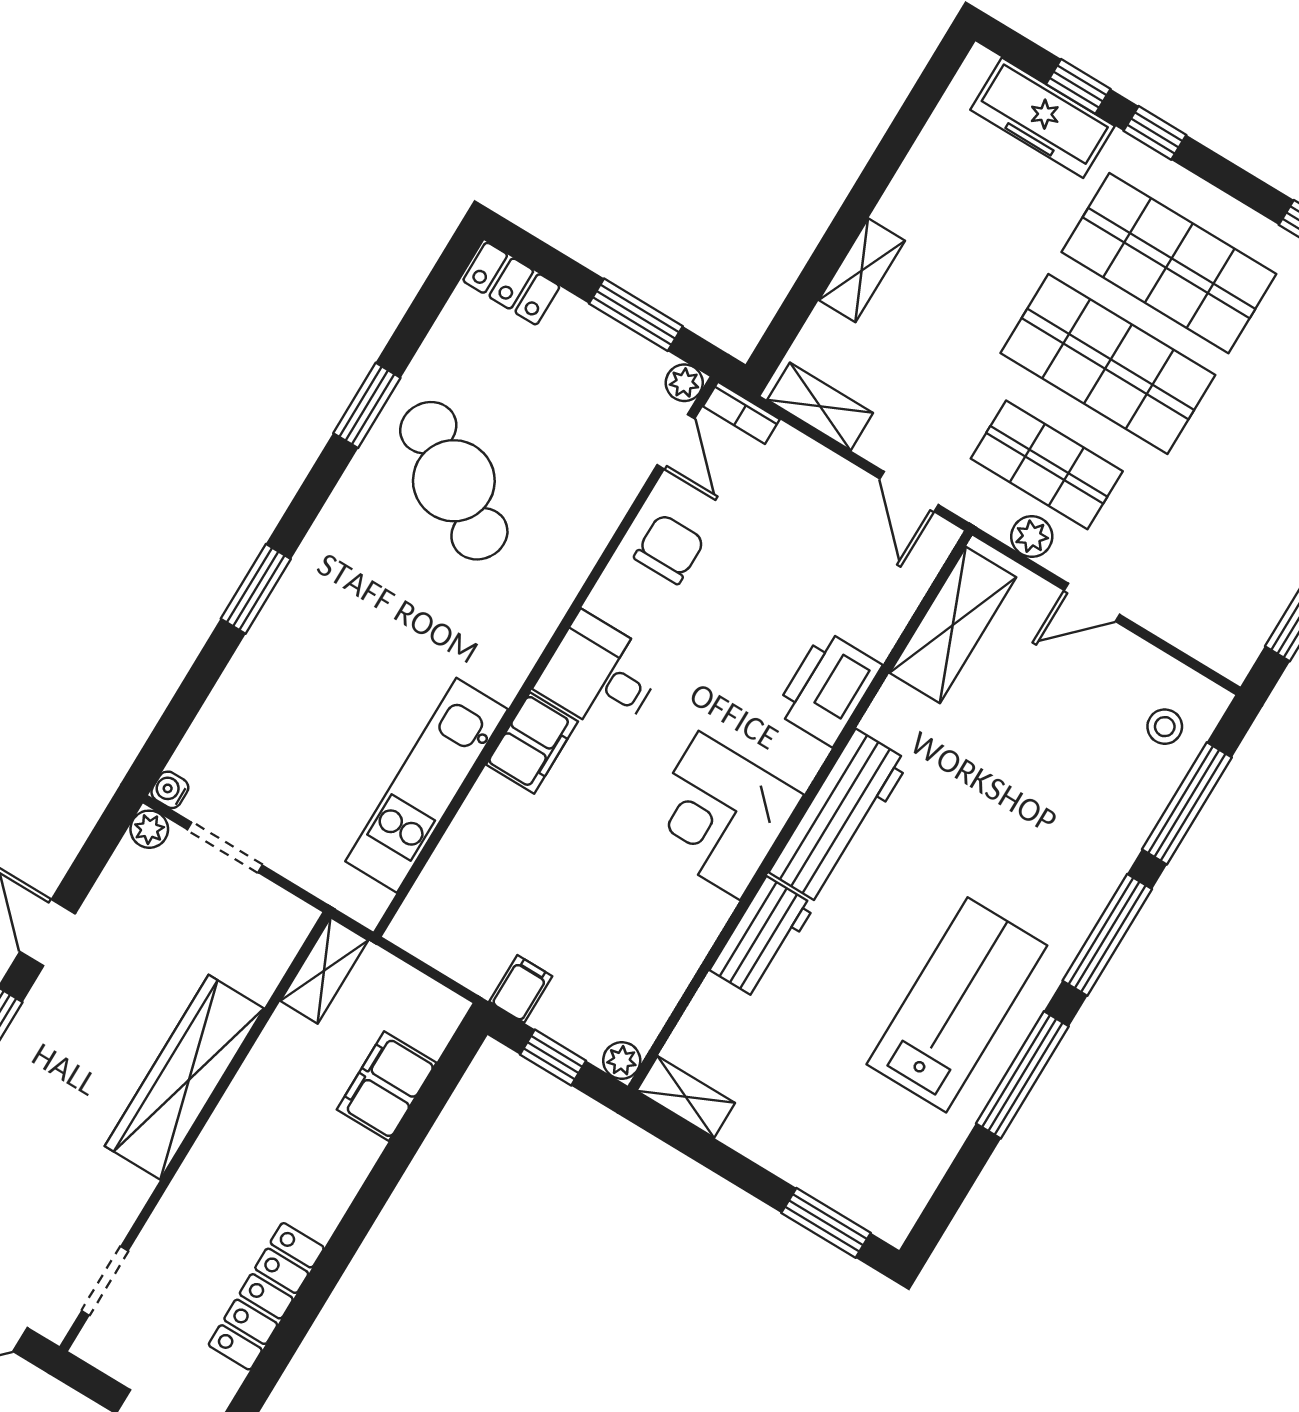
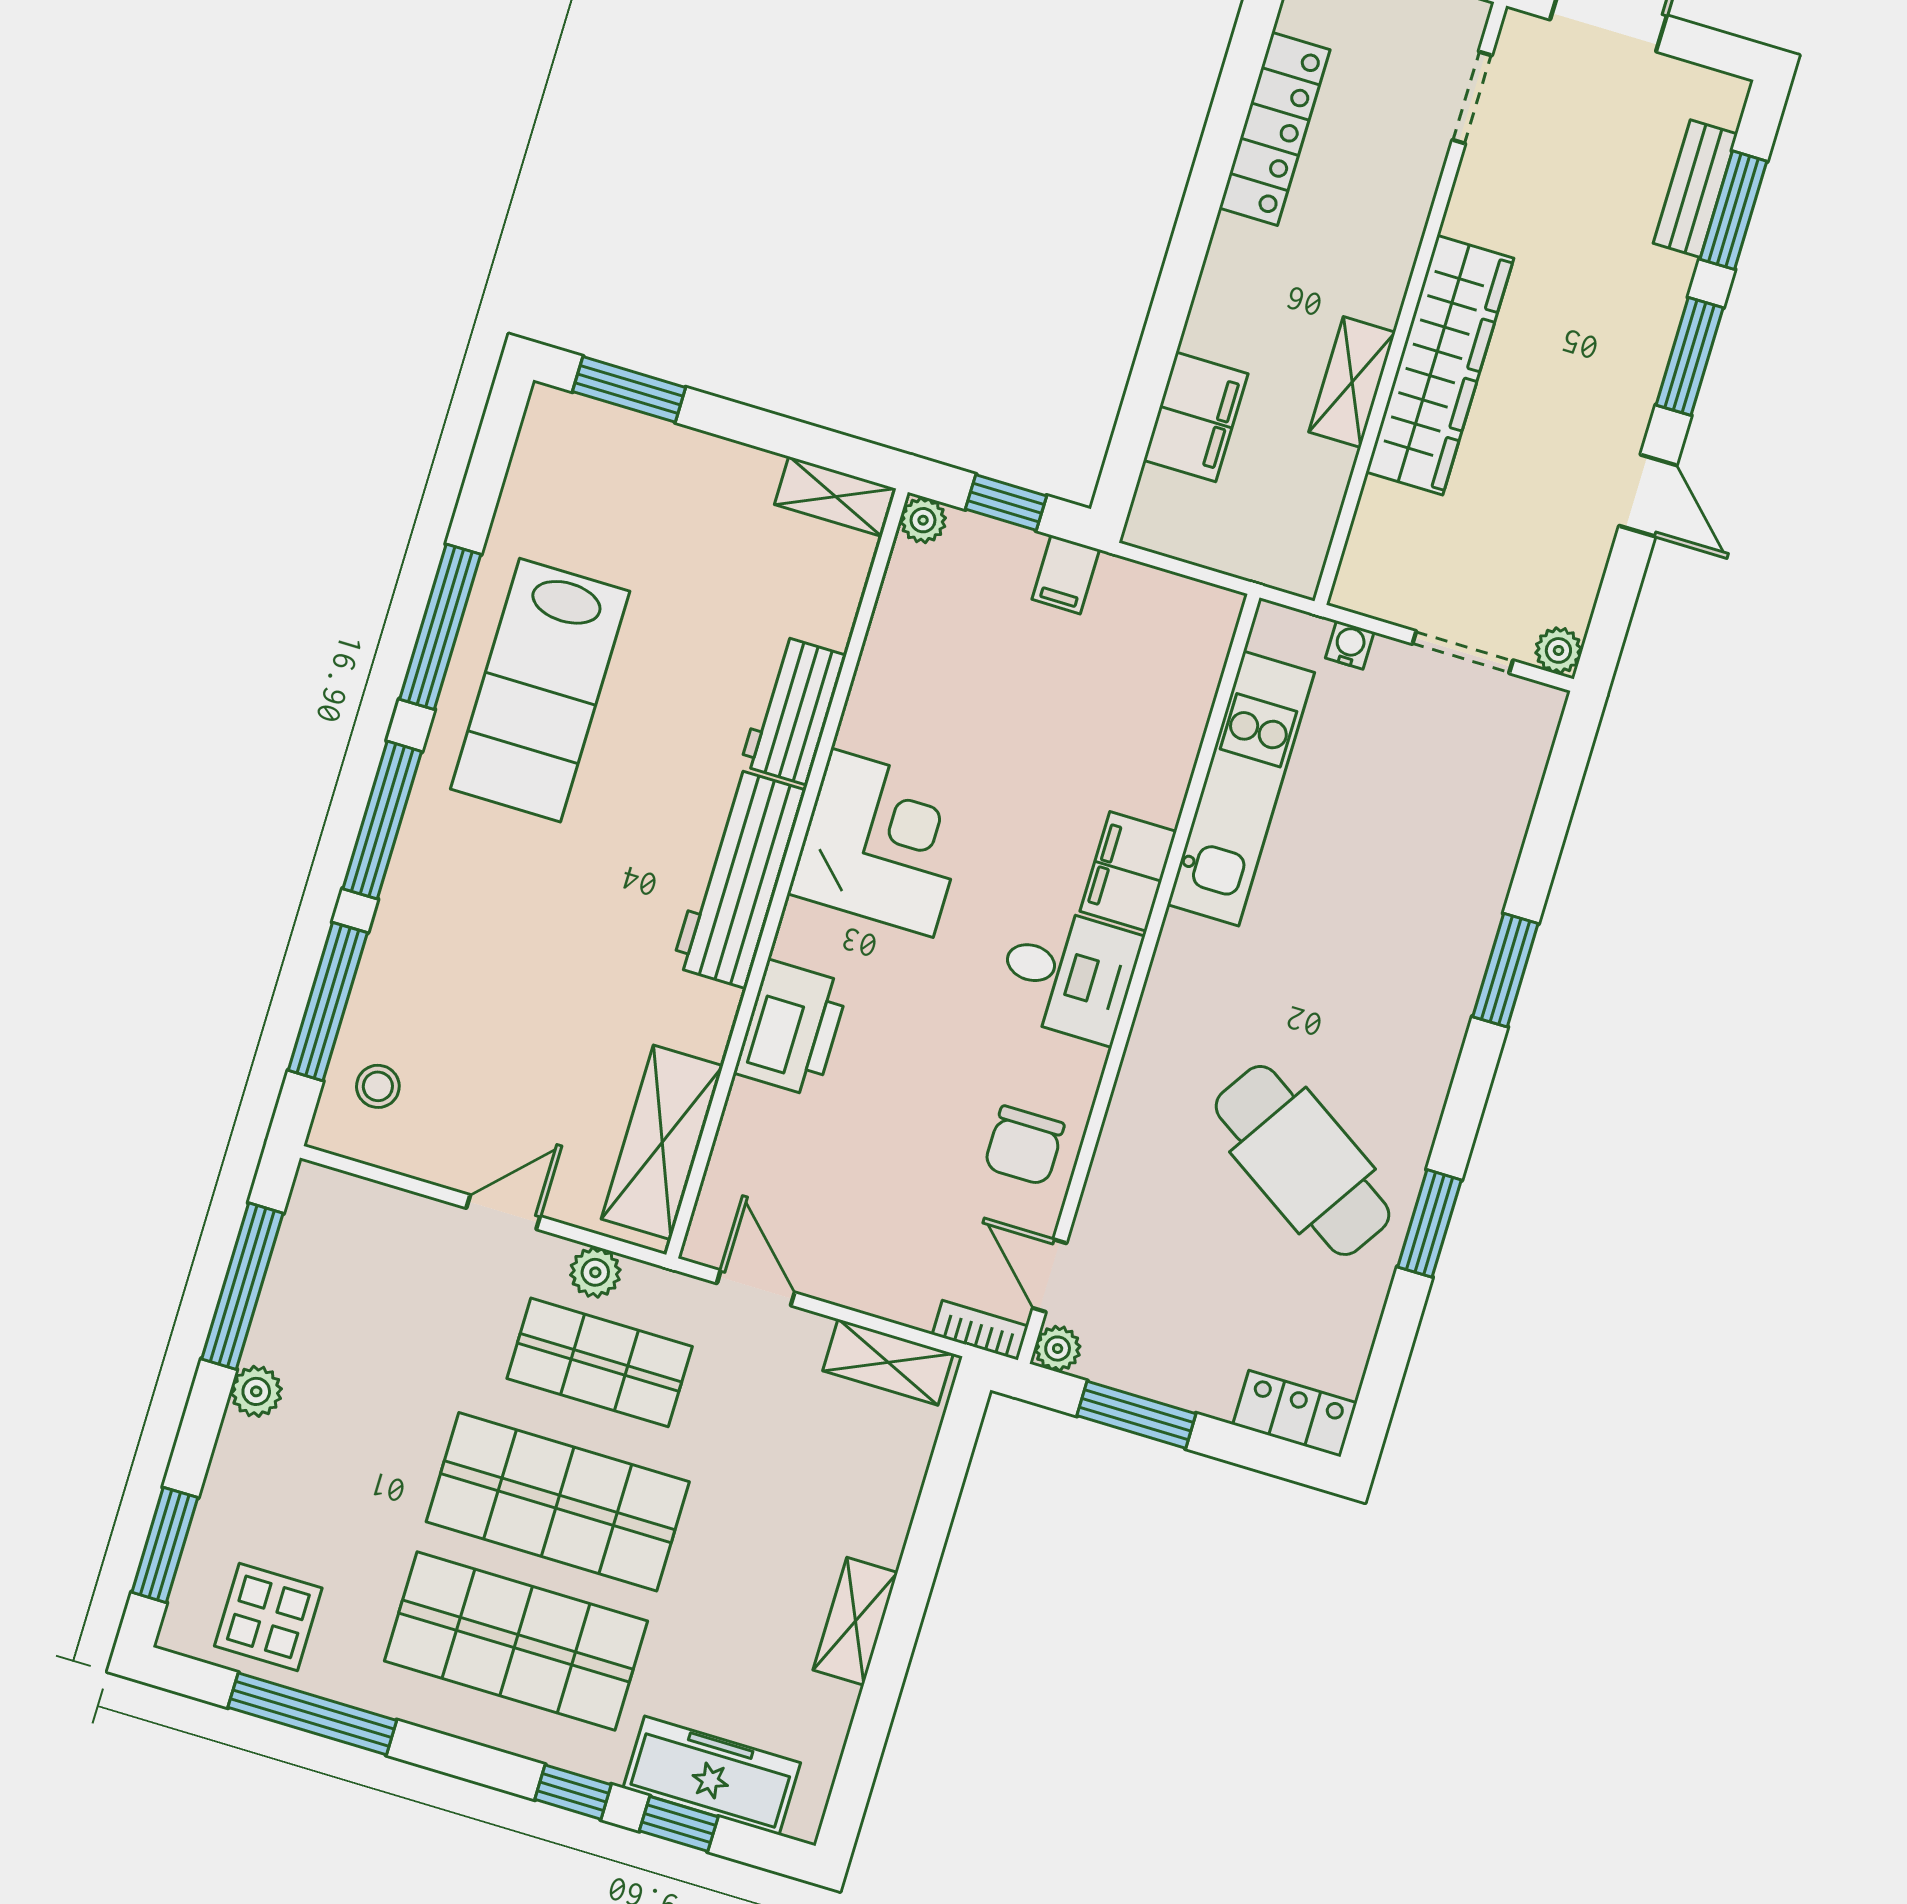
shelving: (862, 270) -> (855, 1621), moved
water cooler: (170, 790) -> (1350, 645), moved, turned -90
shelving: (324, 971) -> (1352, 382), moved

